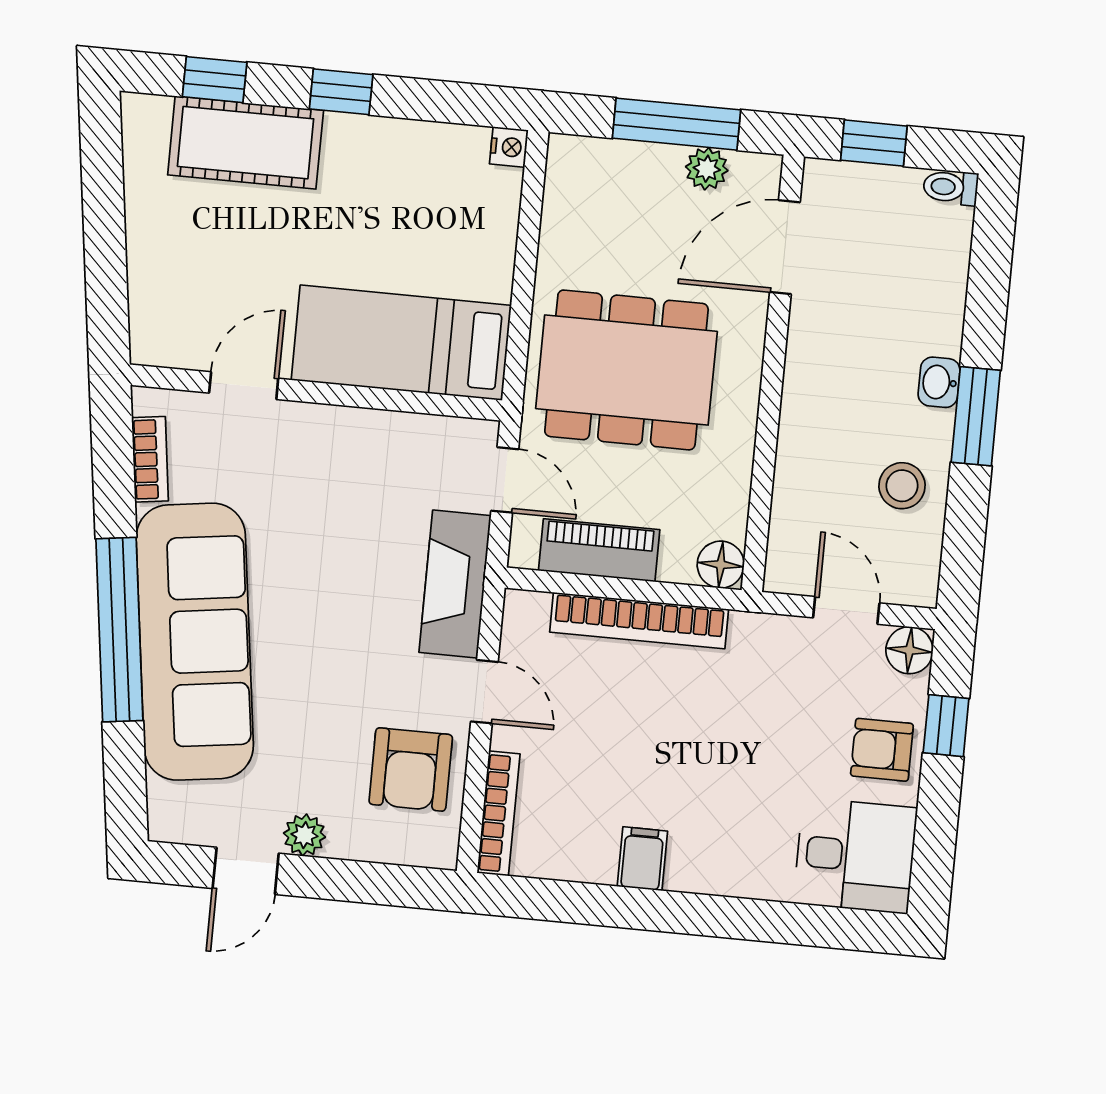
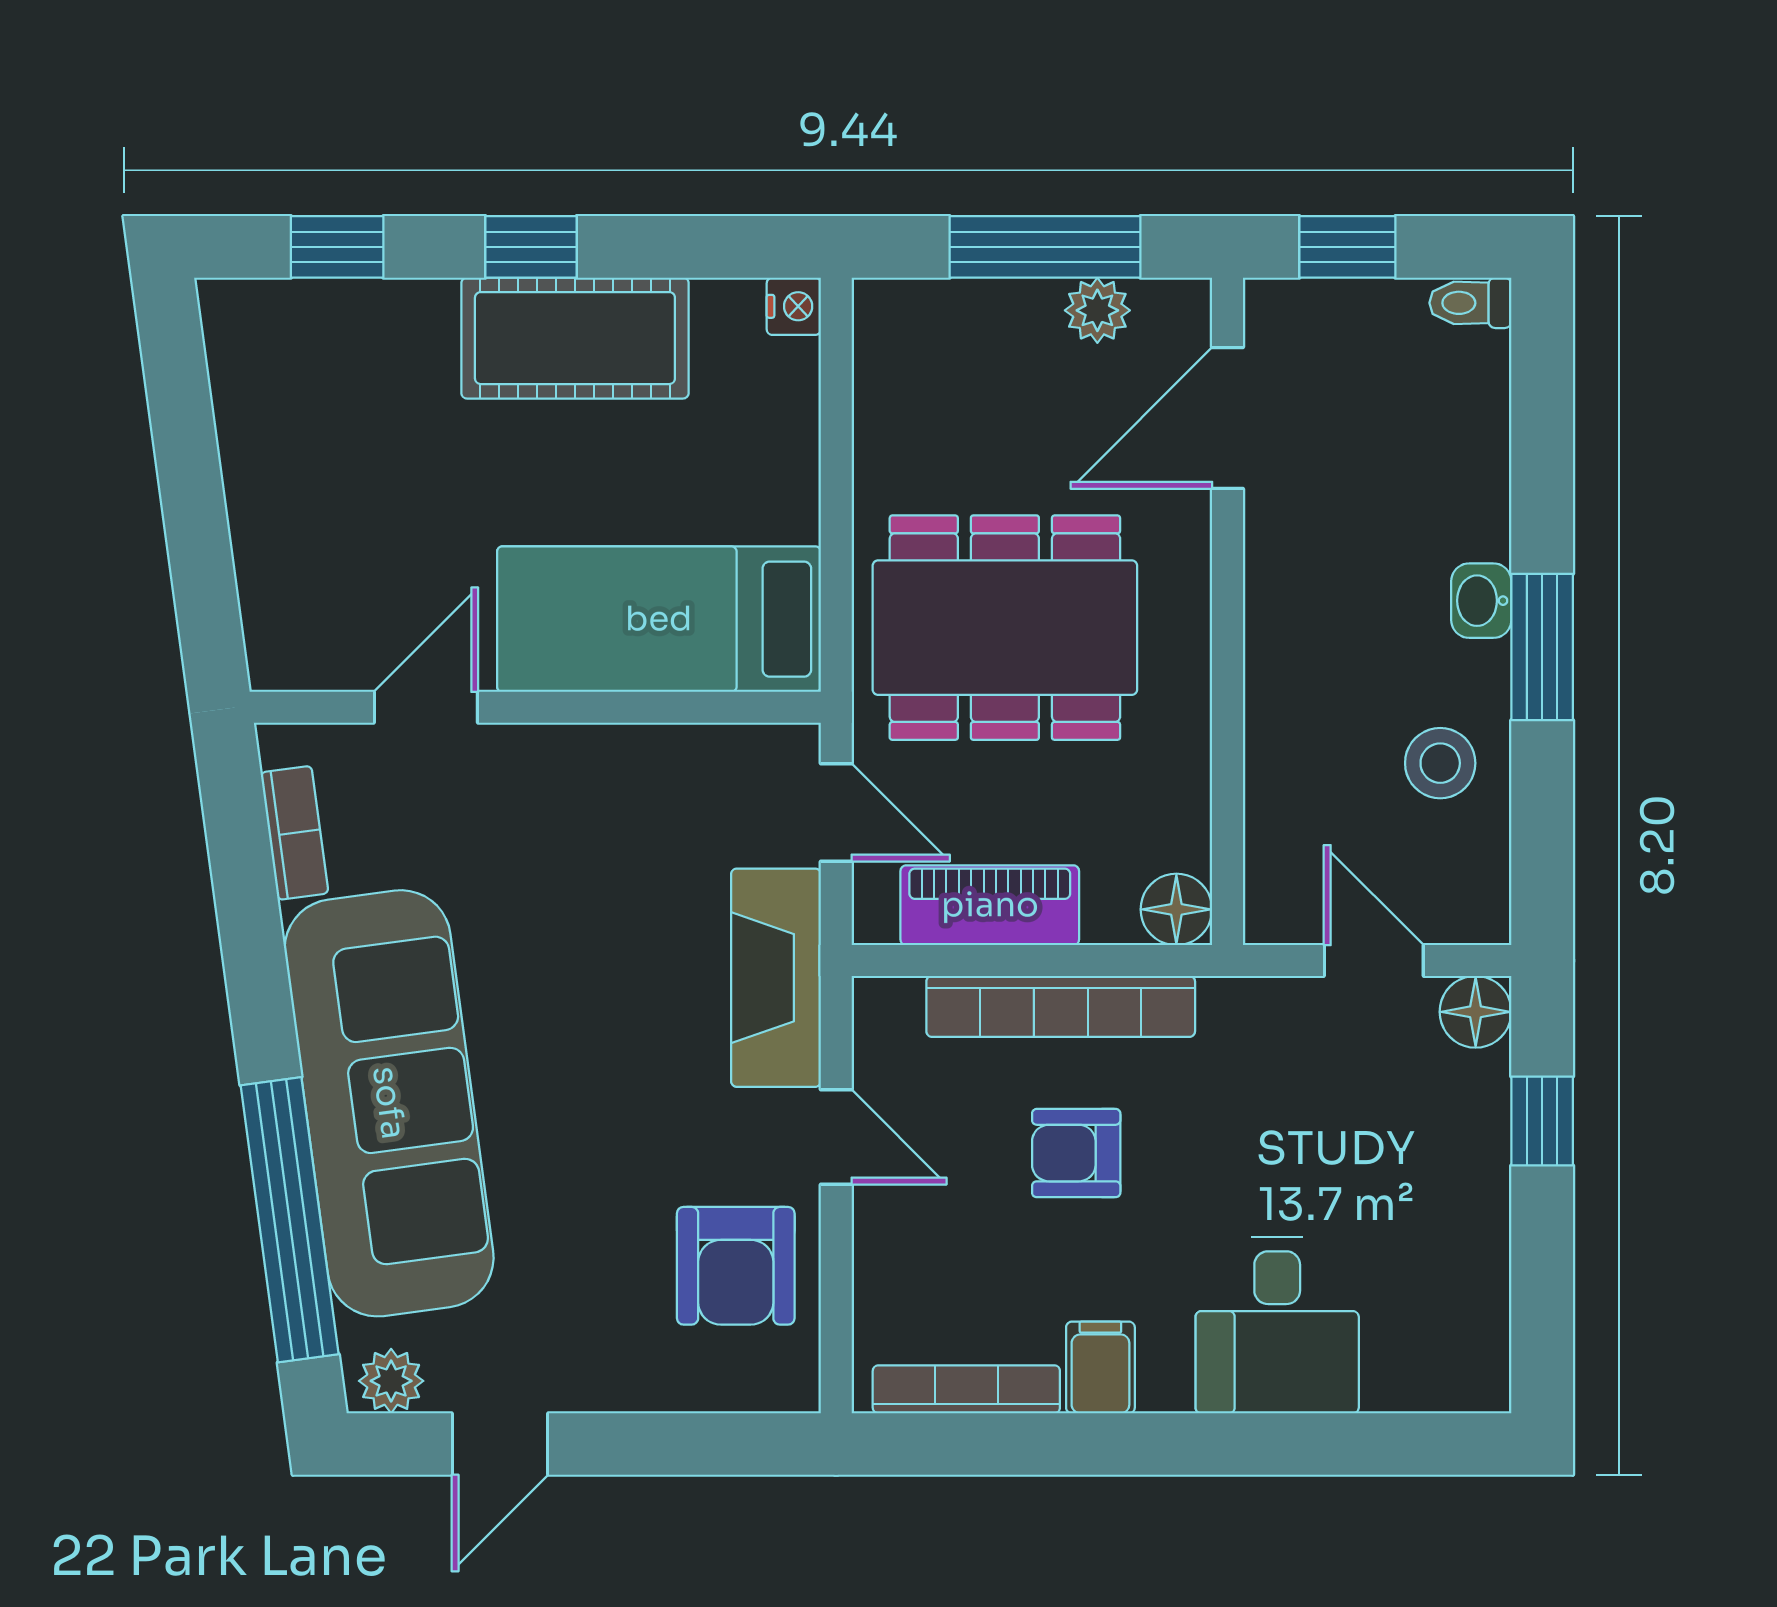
cot: (246, 143) -> (575, 338), moved
window: (119, 630) -> (290, 1220), moved
armchair: (882, 750) -> (1076, 1153), moved
bookcase: (499, 813) -> (966, 1389), moved, turned -90
plant: (304, 835) -> (391, 1381), moved
desk: (855, 856) -> (1277, 1325), moved, turned 90

